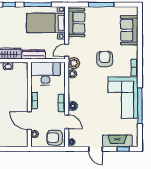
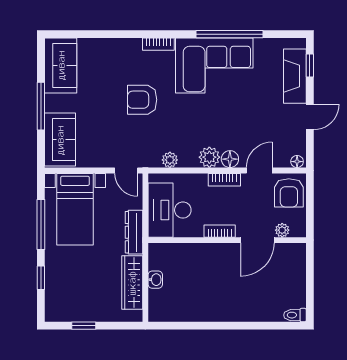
sofa: (76, 23) -> (60, 140), moved, turned 90
sofa: (129, 30) -> (61, 65), moved, turned -90
plant: (74, 63) -> (209, 157), moved

